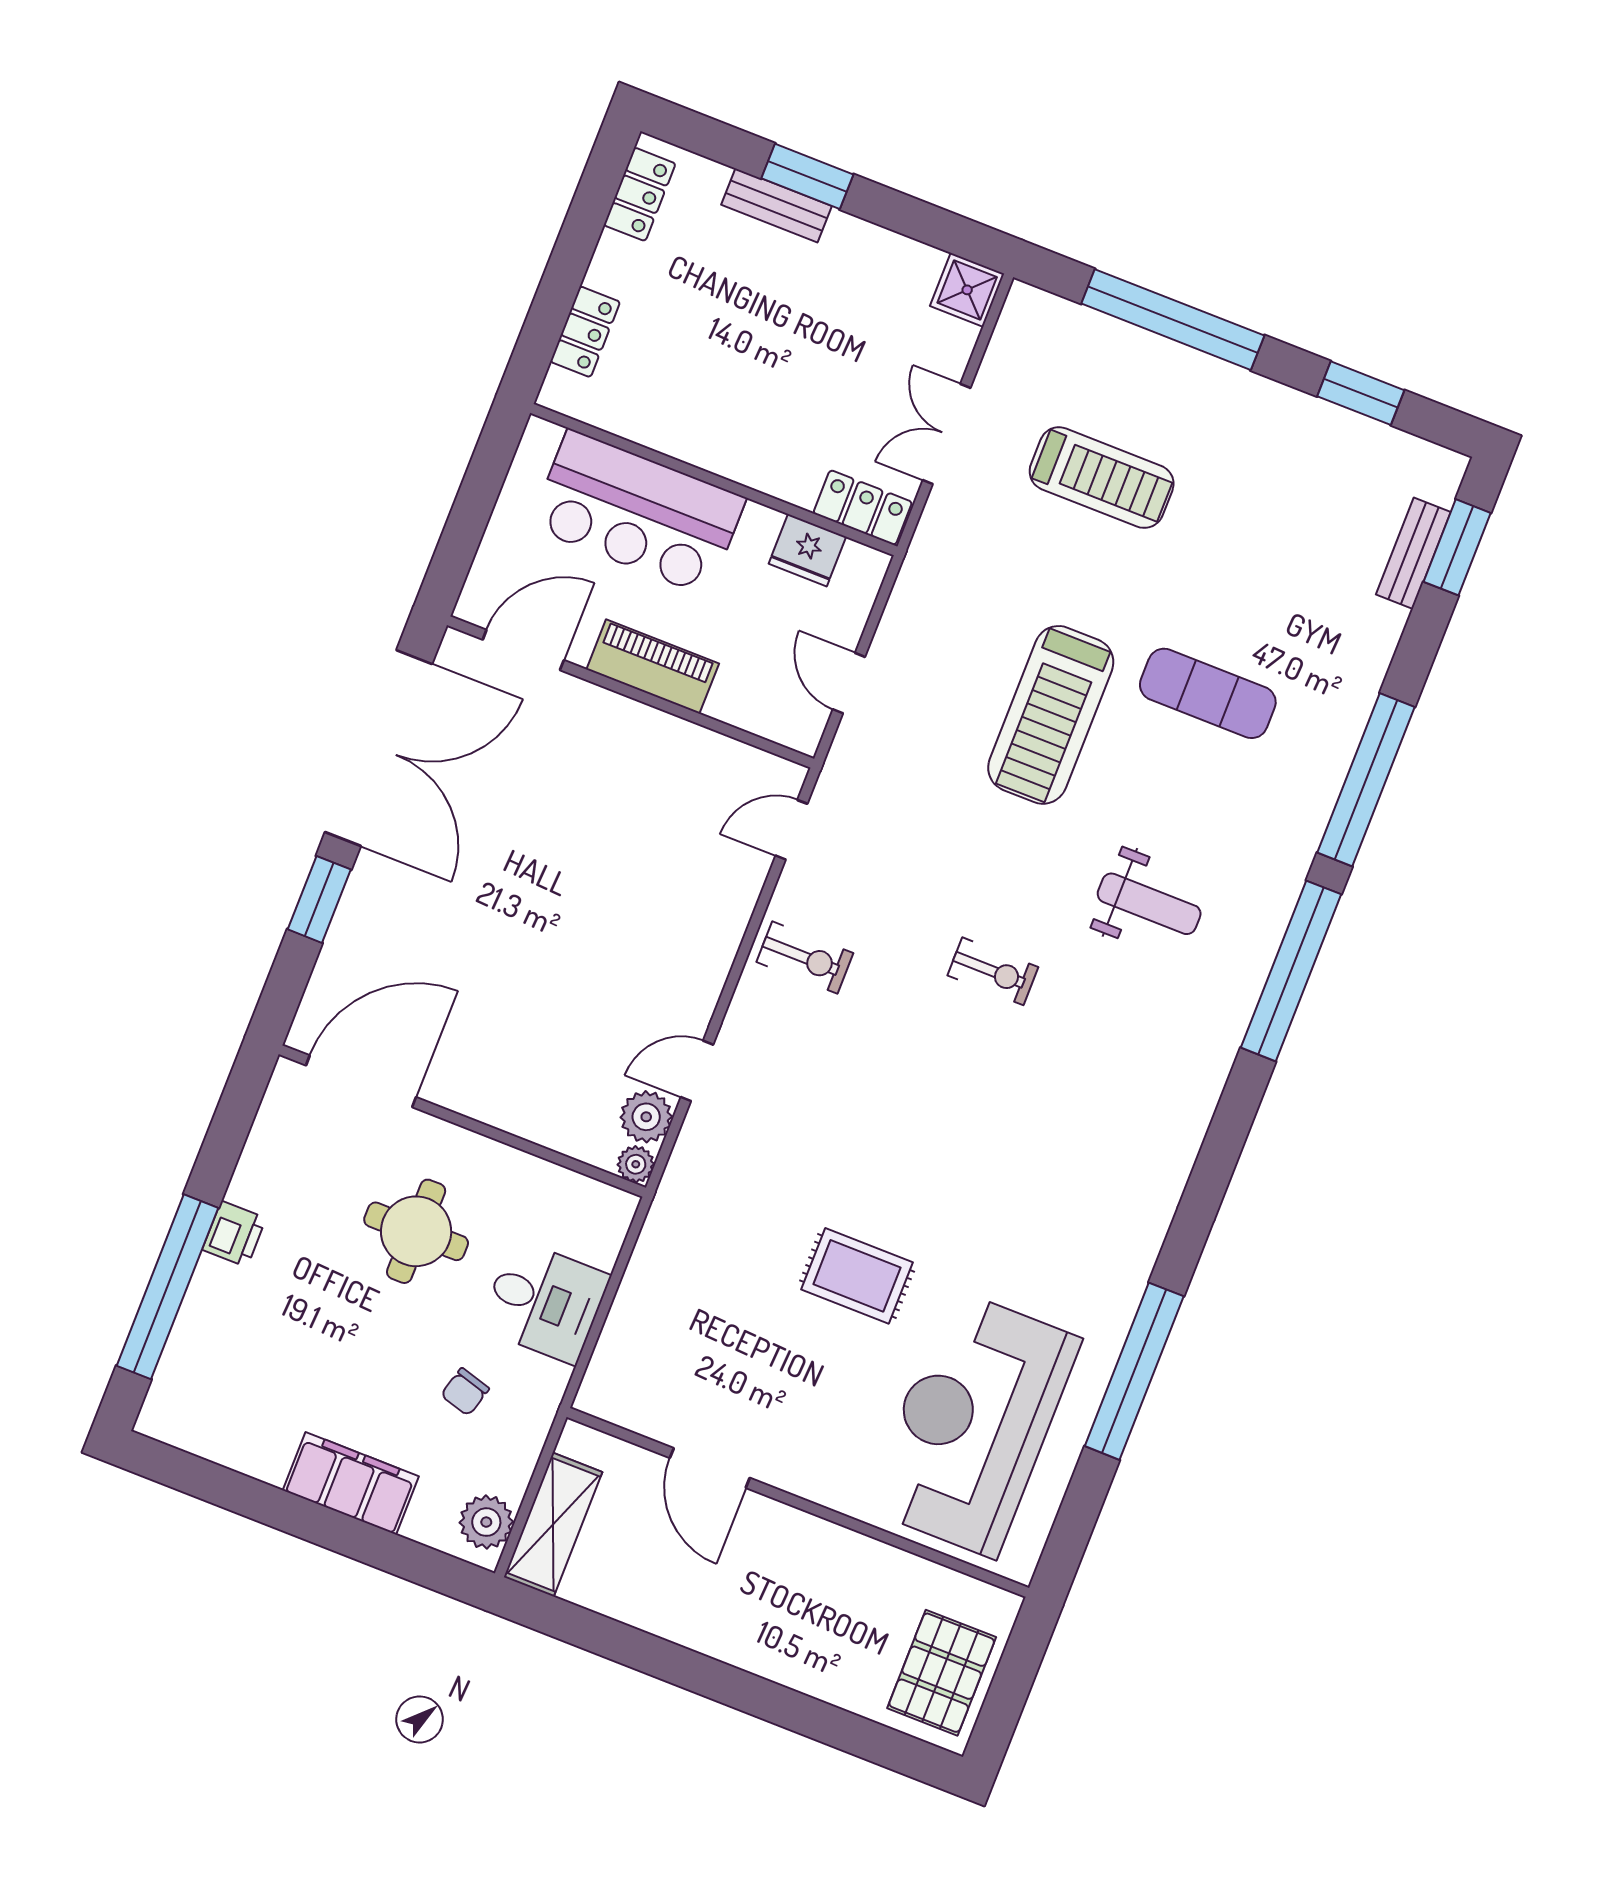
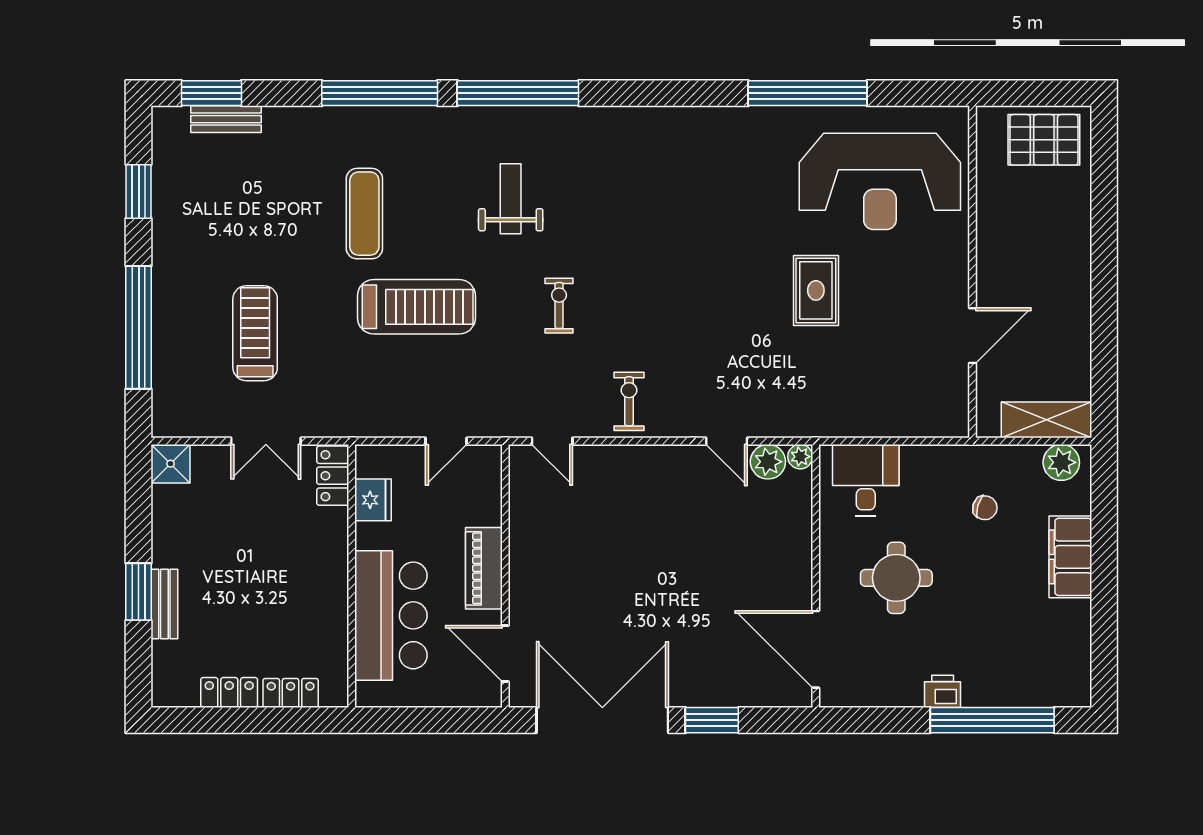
locker: (640, 194) -> (229, 693), moved
exercise bike: (993, 971) -> (559, 306), moved
desk: (545, 1302) -> (866, 480), moved

